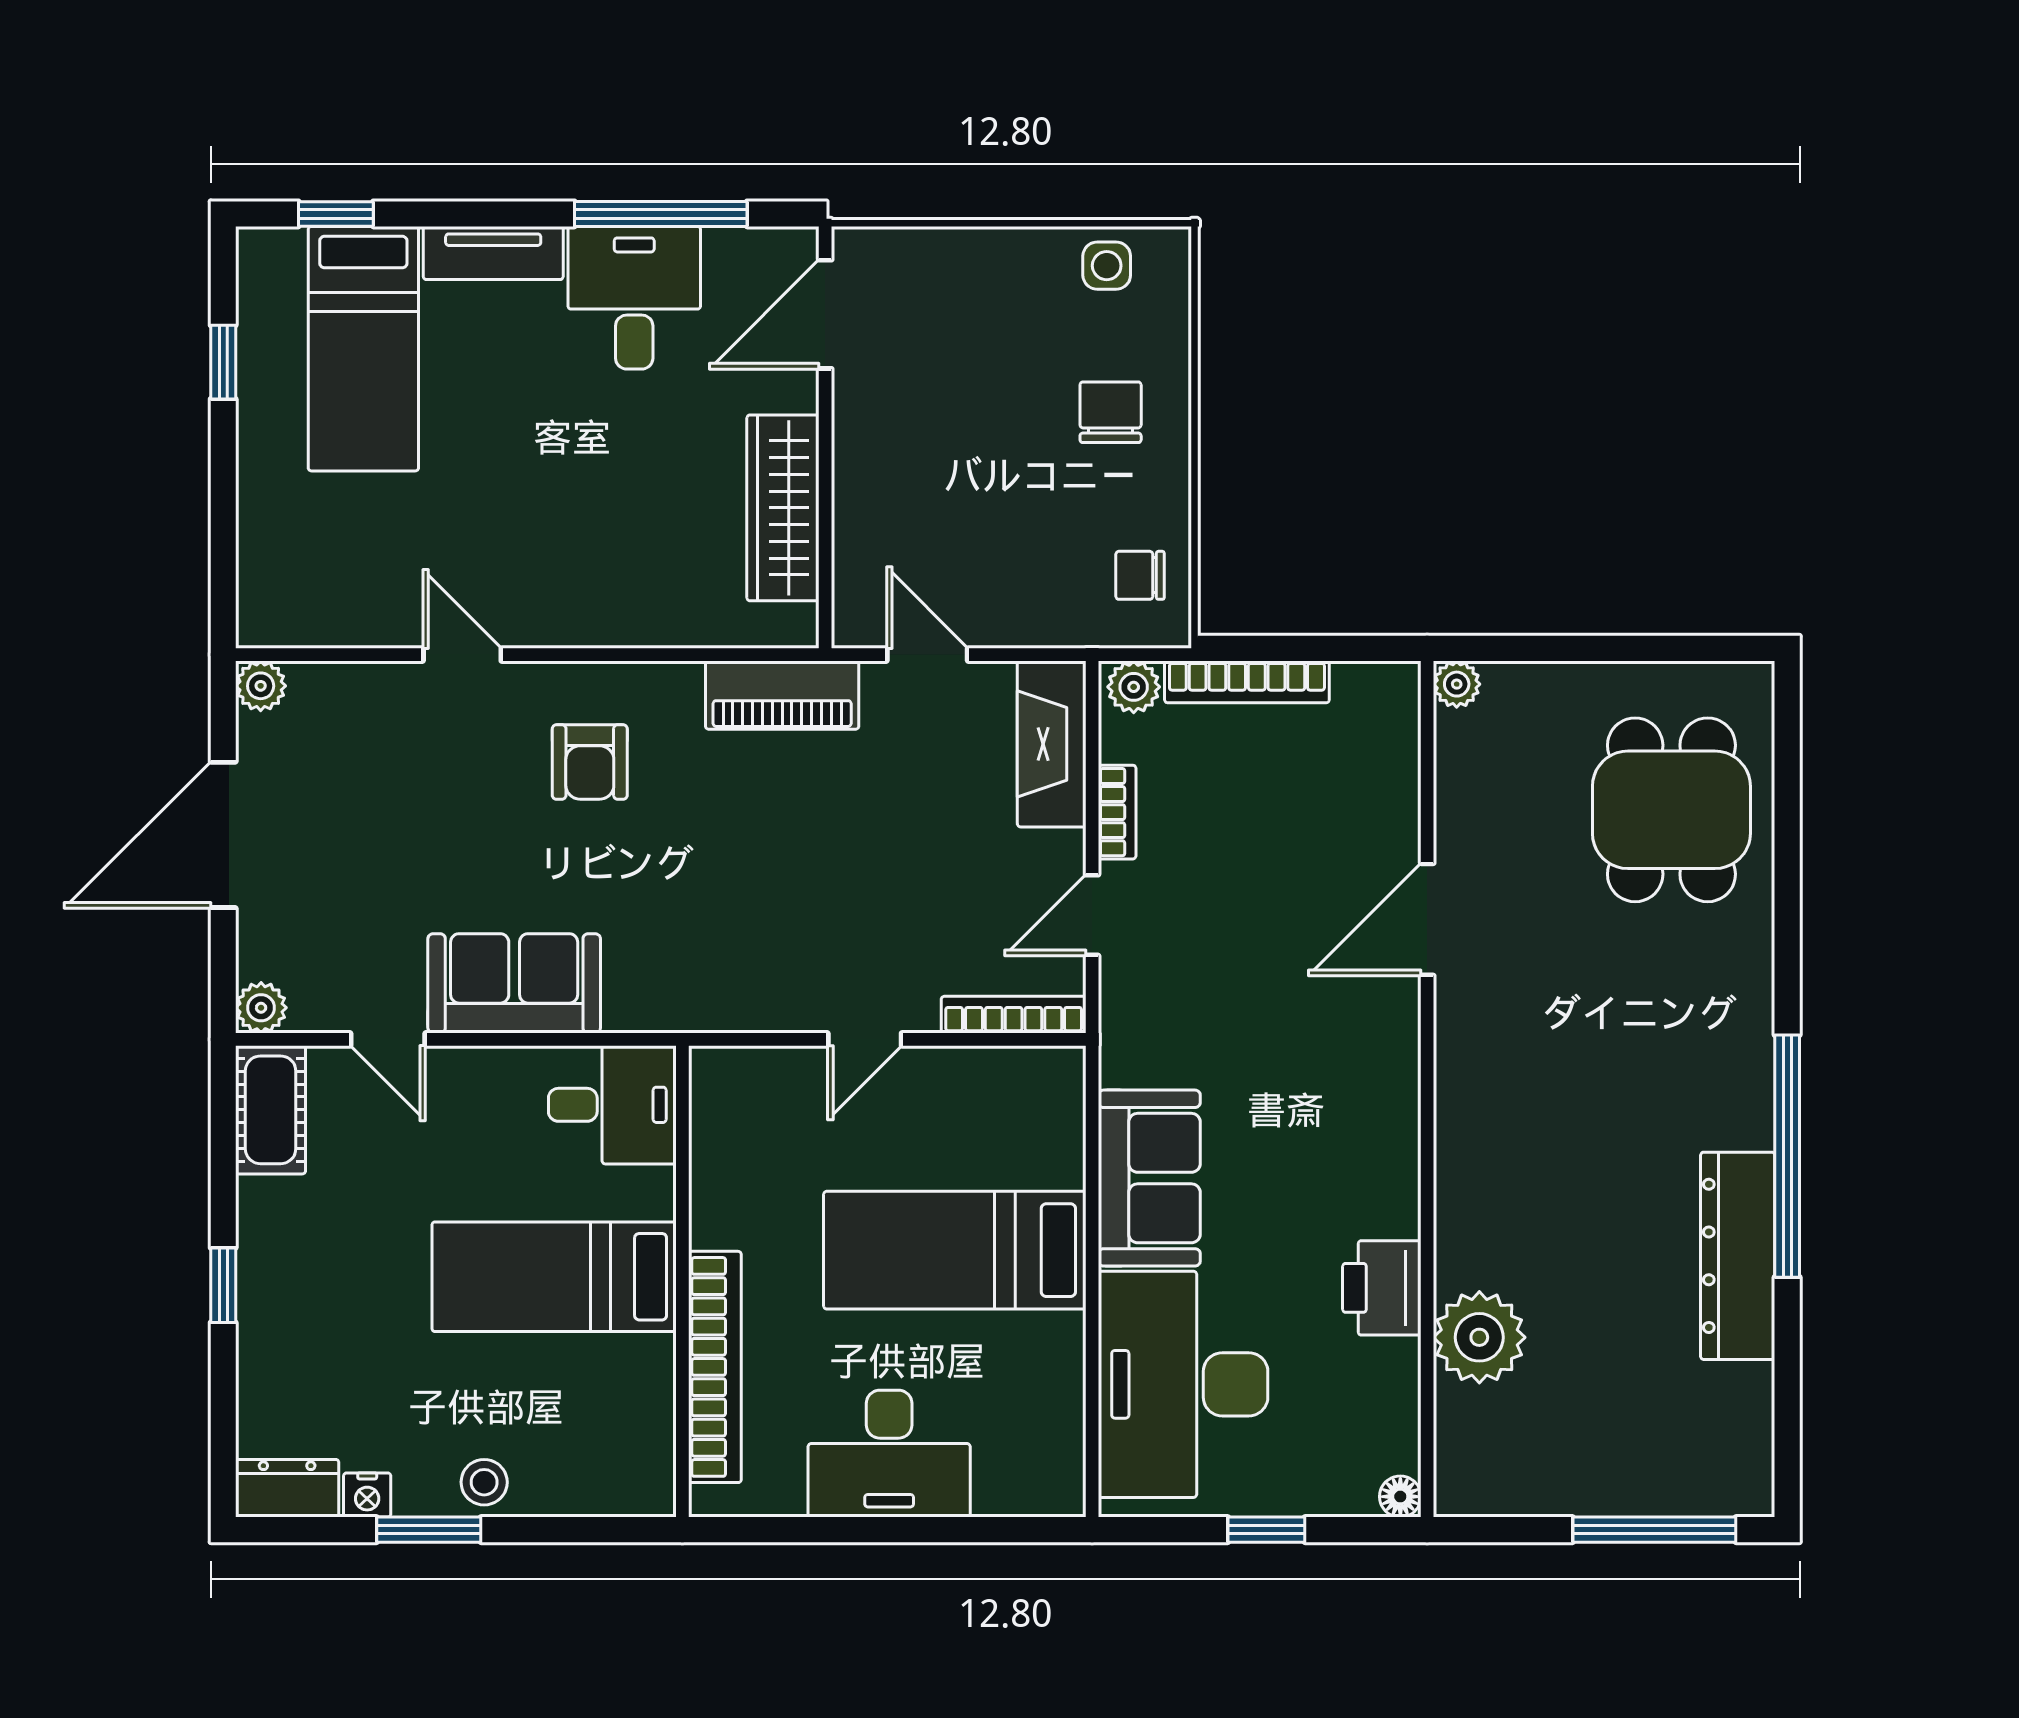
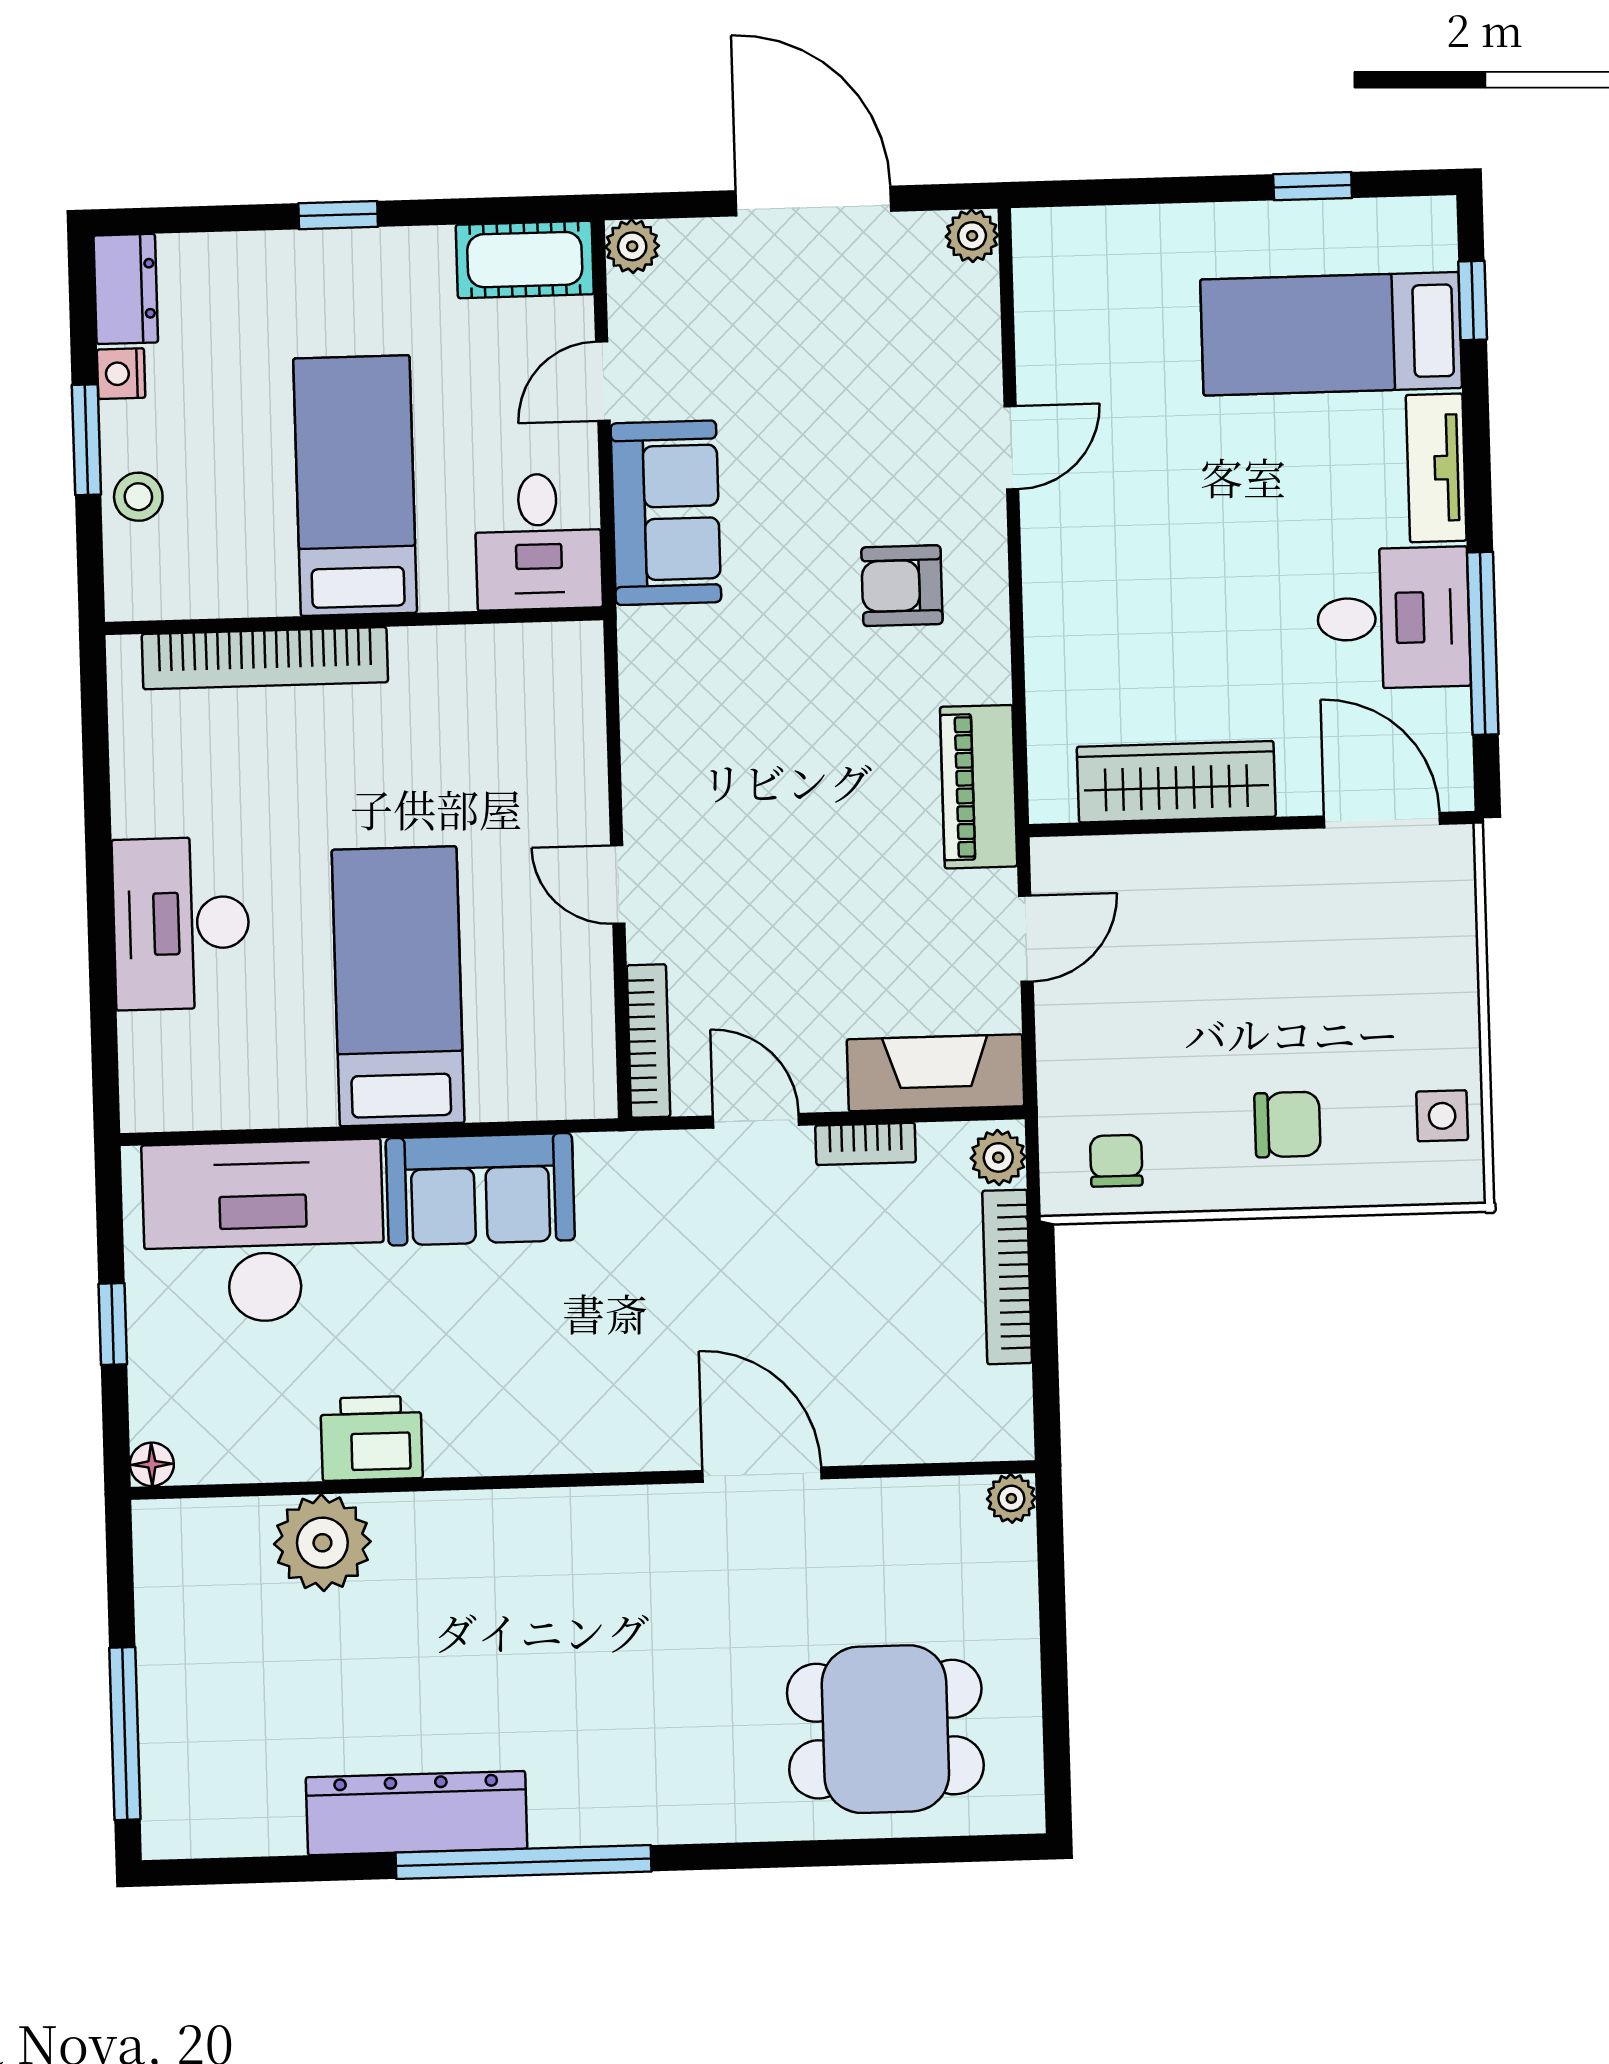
desk: (612, 1105) -> (538, 542), moved
bed: (554, 1277) -> (355, 486), moved
wall: (682, 1281) -> (354, 621), moved
bookcase: (715, 1367) -> (265, 658), moved

